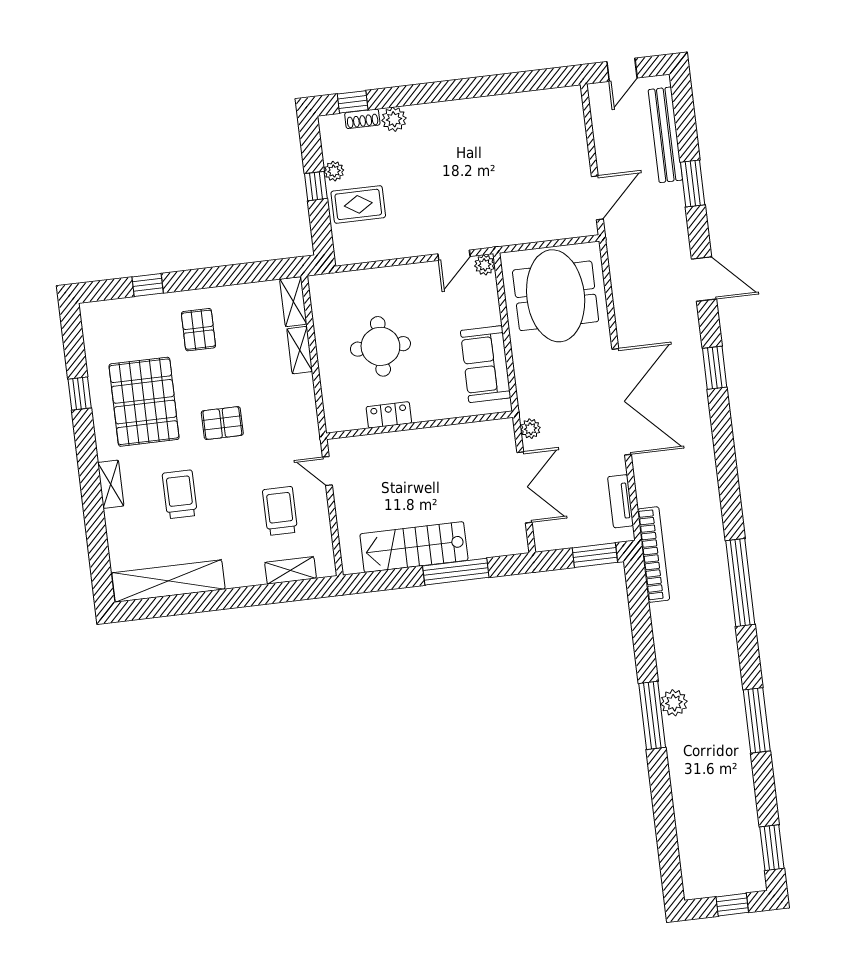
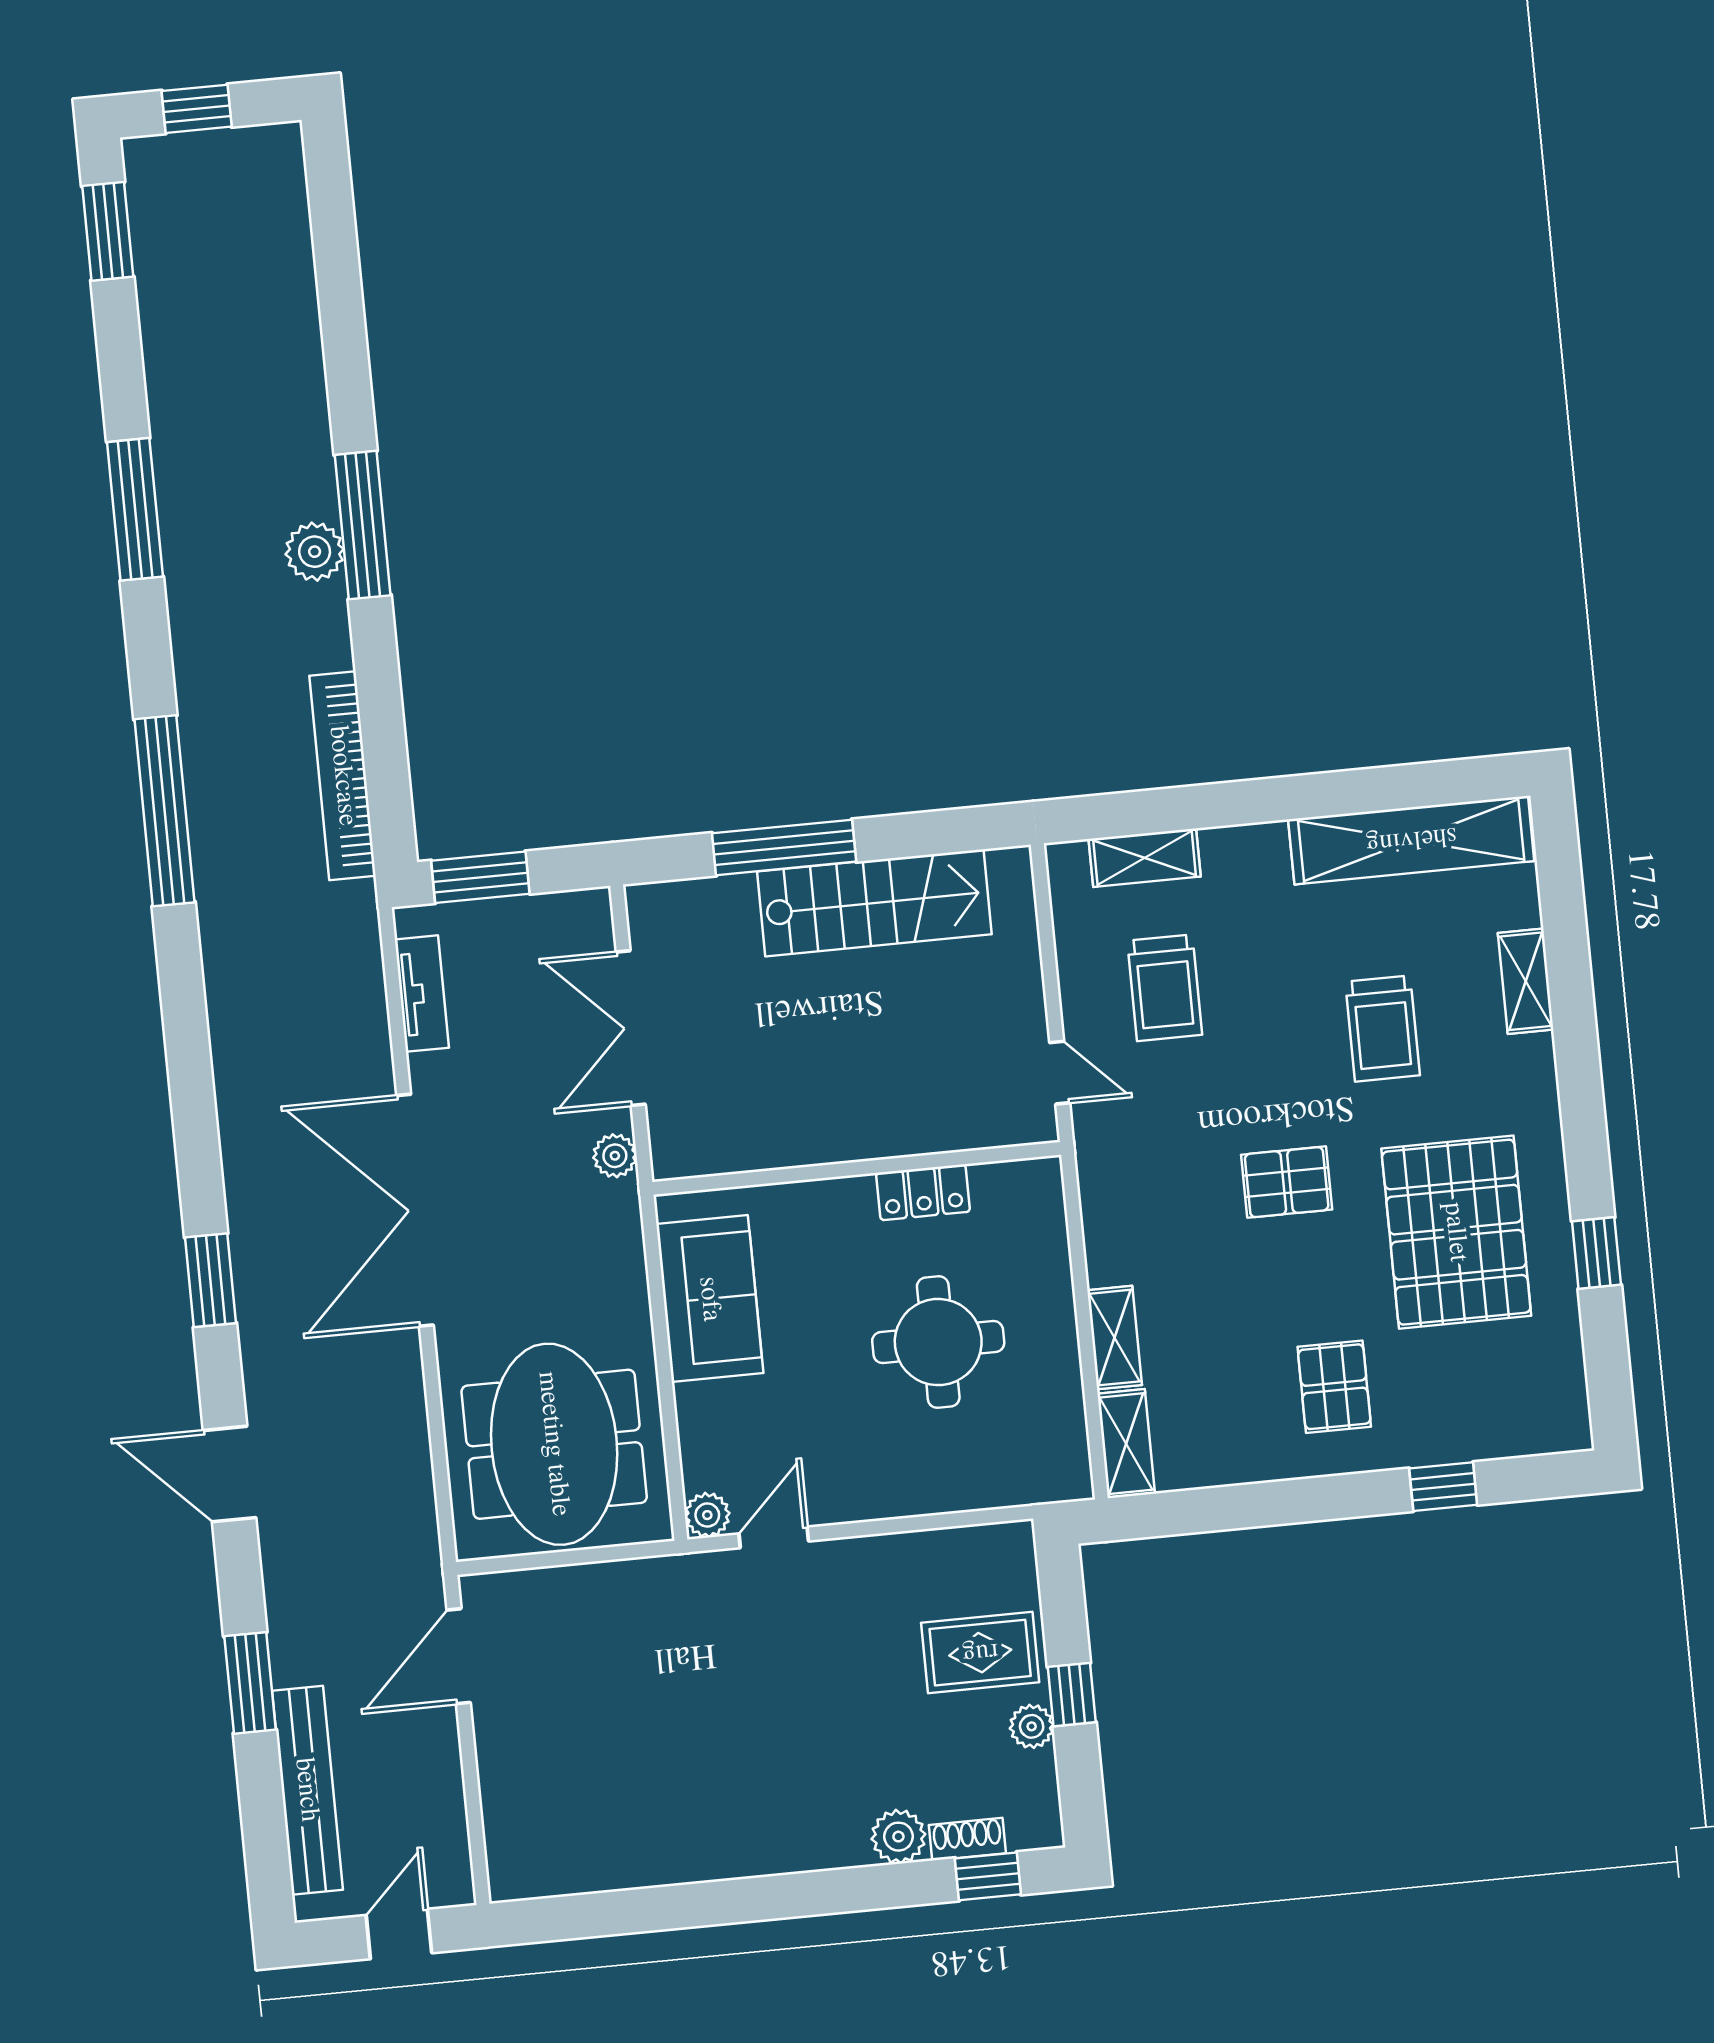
shelving: (111, 484) -> (1526, 981), moved
bookcase: (654, 555) -> (343, 776), moved

